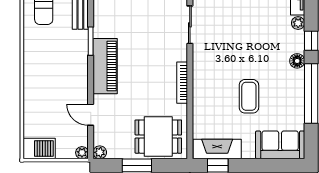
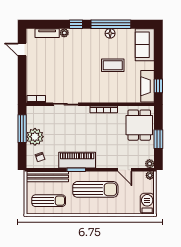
floor lamp: (297, 61) -> (110, 33), moved
piano: (105, 66) -> (77, 160), moved
sun lounger: (61, 70) -> (95, 189), added
door: (91, 115) -> (125, 170), hinge flipped

